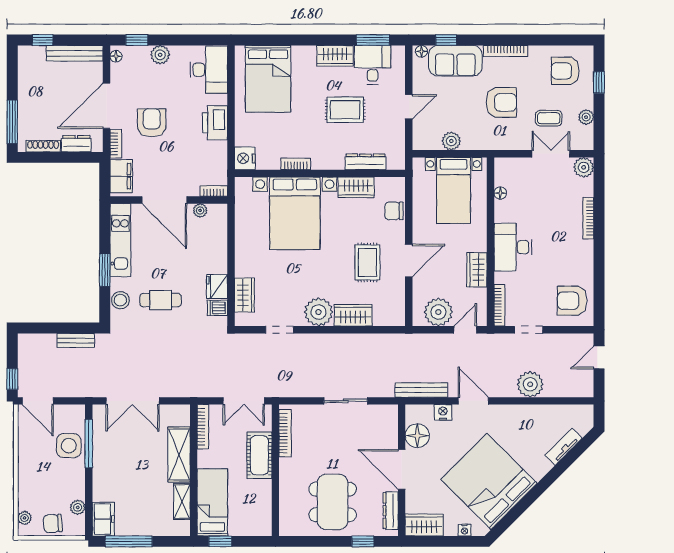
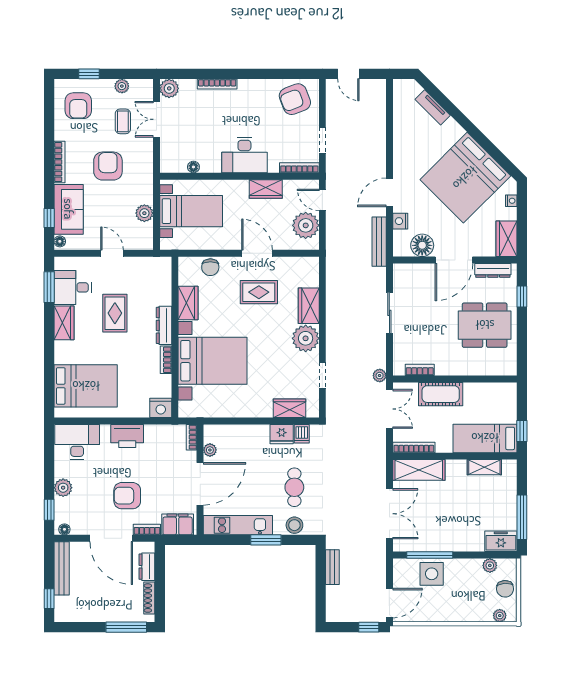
dresser: (365, 162) -> (164, 325), moved
armchair: (572, 301) -> (295, 99), turned 69
plant: (530, 384) -> (380, 376), moved, width x0.53, depth x0.53
bookcase: (285, 433) -> (420, 370), width x0.64
shelving: (179, 455) -> (419, 470), moved

